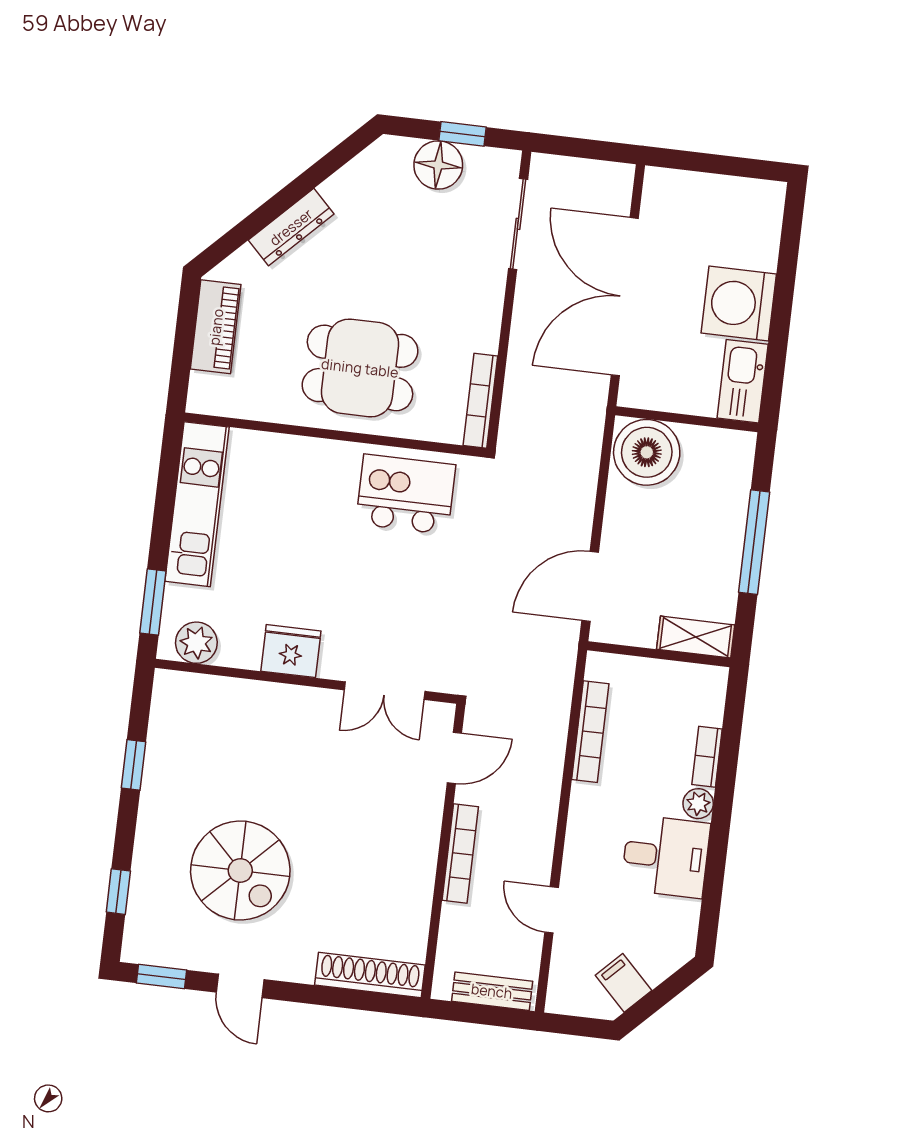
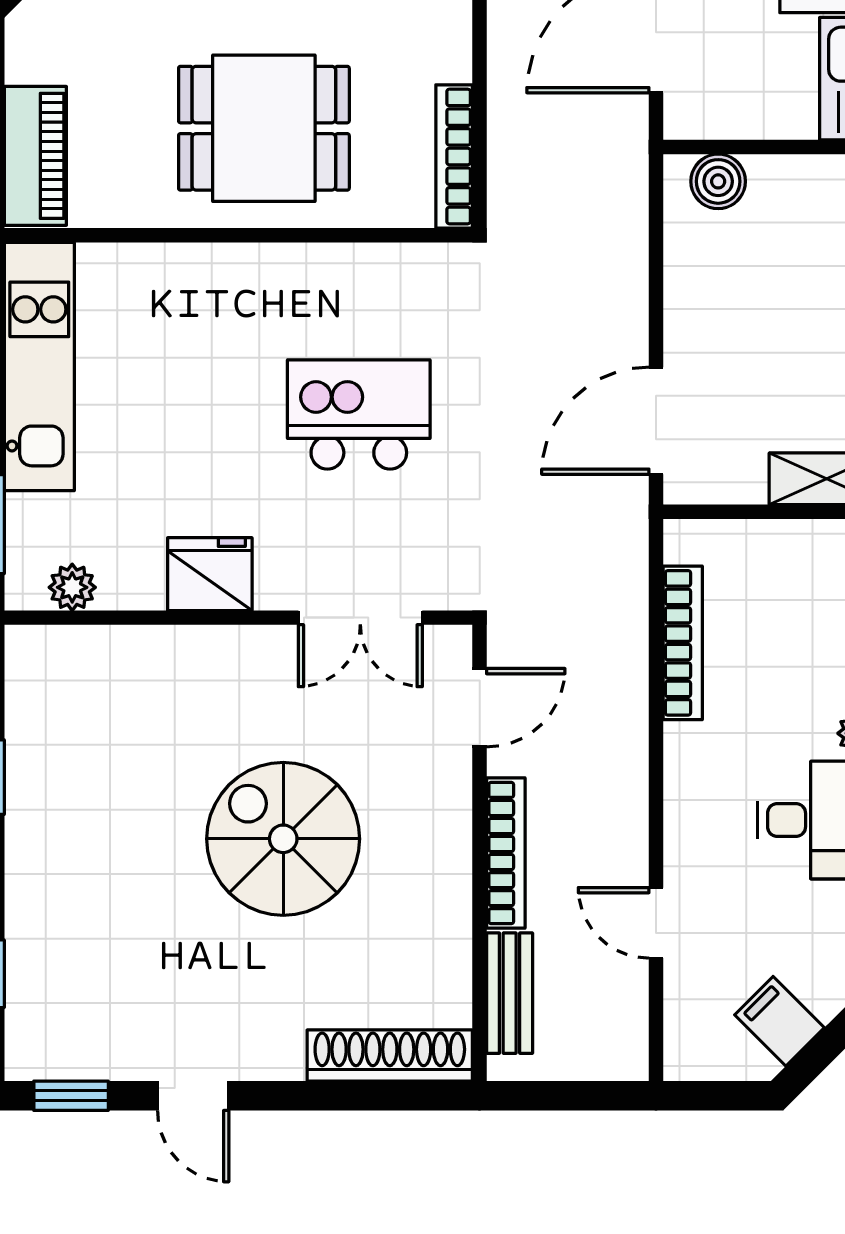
piano: (216, 327) -> (35, 156), moved
boiler: (647, 452) -> (718, 181), width x0.54, depth x0.54
kitchen island: (406, 494) -> (359, 414), moved
plant: (196, 643) -> (72, 587), width x0.73, depth x0.73
spiral stairs: (240, 871) -> (283, 839), moved, turned 180
bench: (492, 991) -> (510, 993), moved, turned 90

